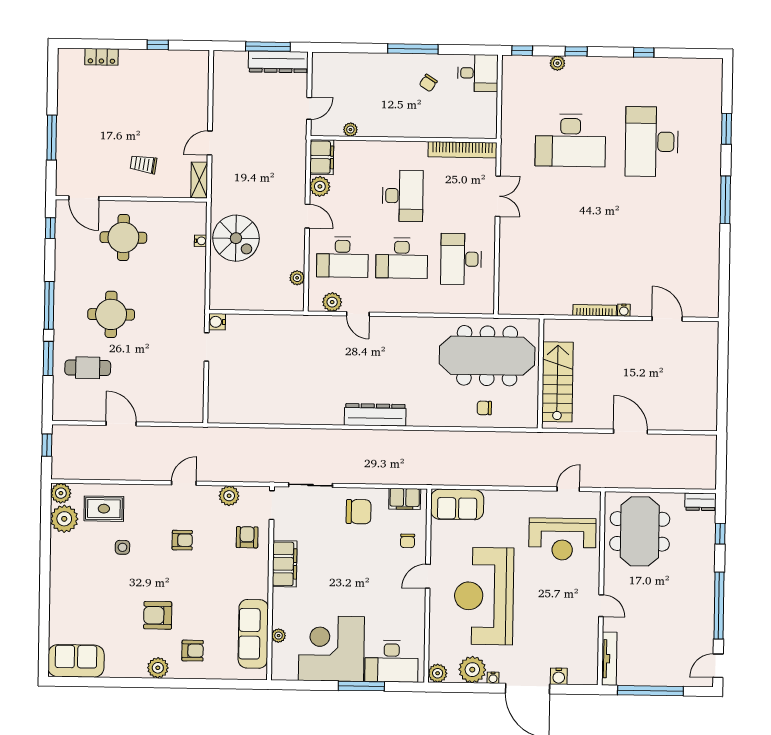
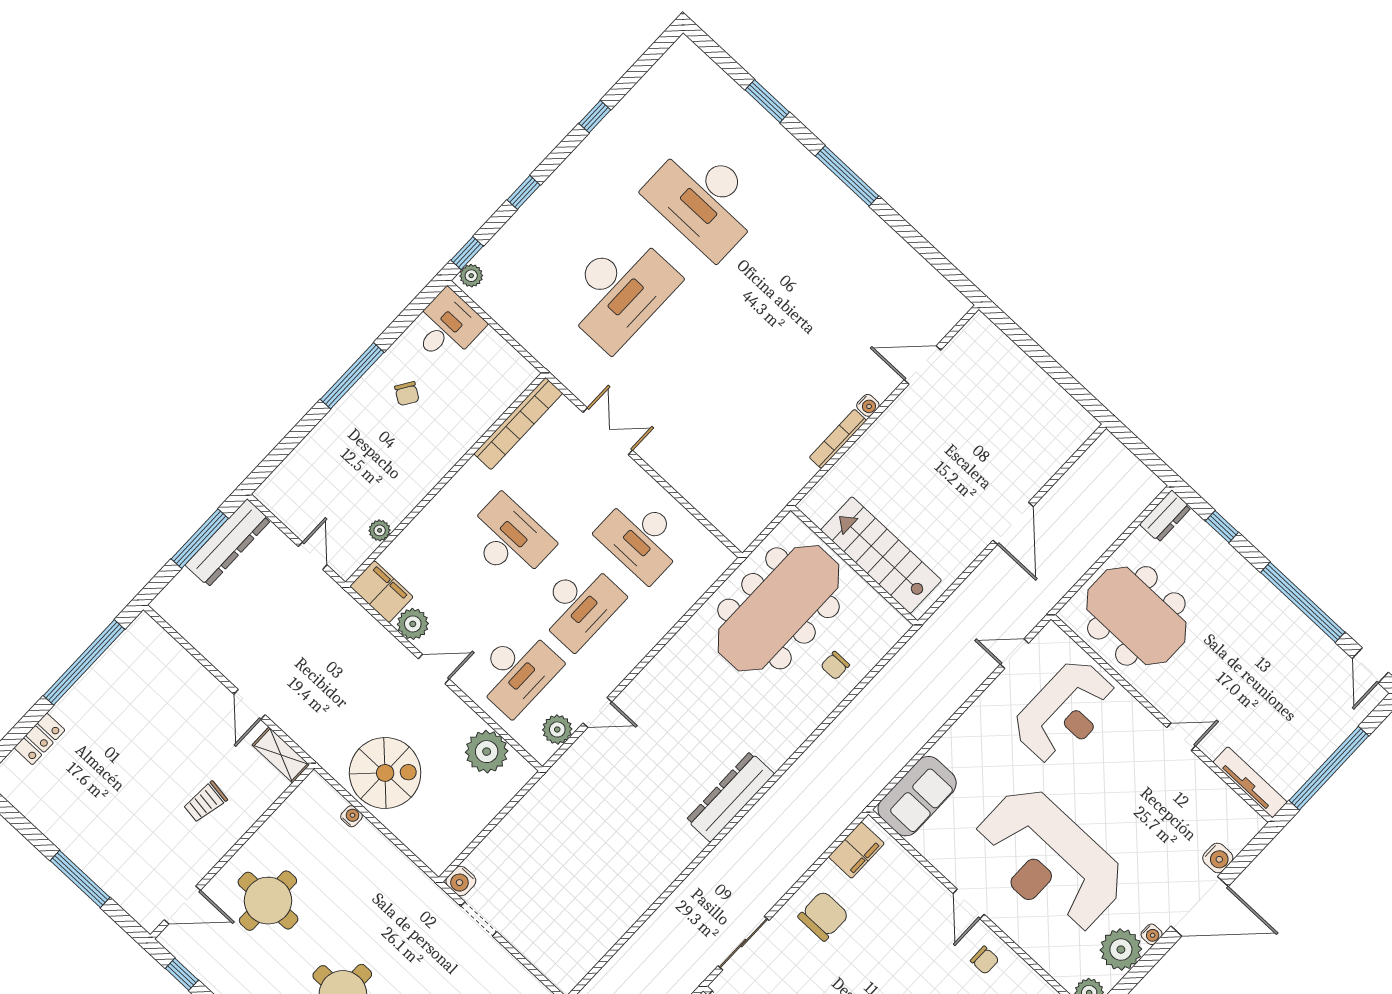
window: (158, 45) -> (84, 662), width x3.17
plant: (557, 63) -> (471, 276), moved
plant: (297, 278) -> (487, 752), width x1.87, depth x1.87
door: (630, 432) -> (1013, 523), swing flipped
door: (568, 489) -> (1014, 654), hinge flipped
chair: (408, 541) -> (985, 960), moved

